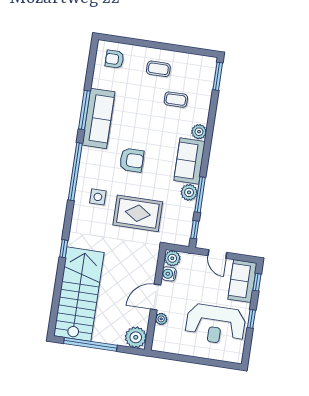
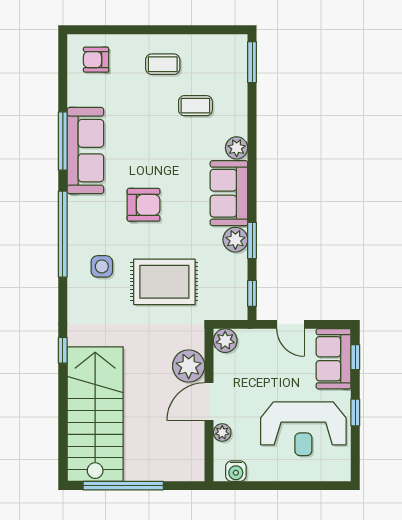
window: (200, 195) -> (252, 240), width x0.69
water cooler: (169, 274) -> (236, 471), moved, turned -90
plant: (136, 337) -> (189, 366), moved

